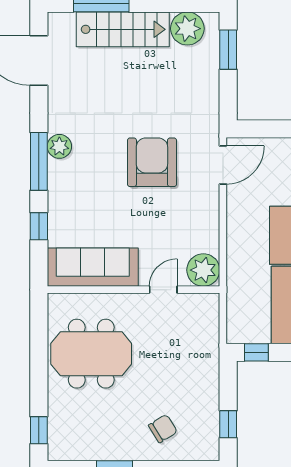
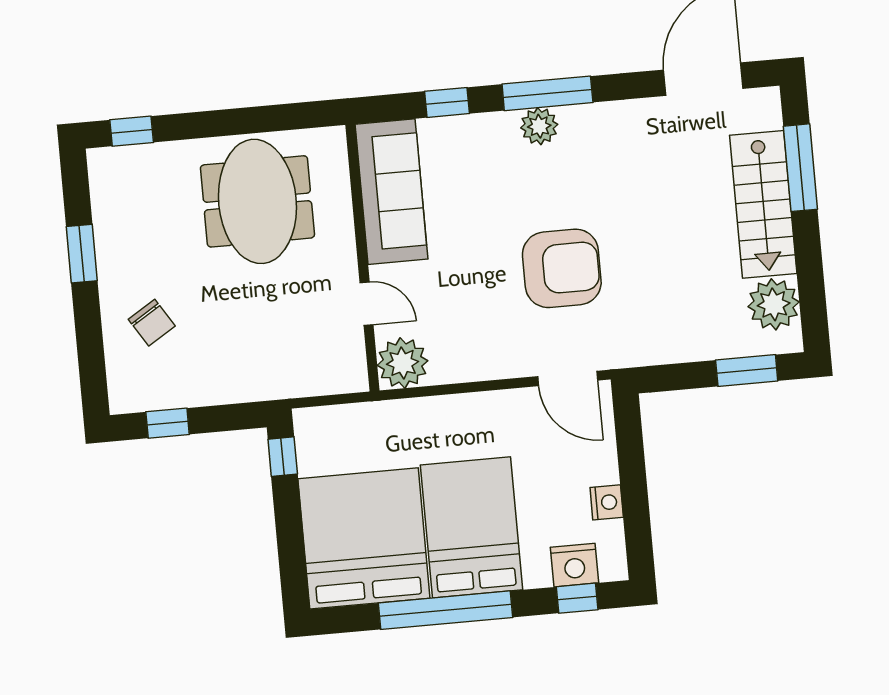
plant: (59, 146) -> (539, 126), moved

